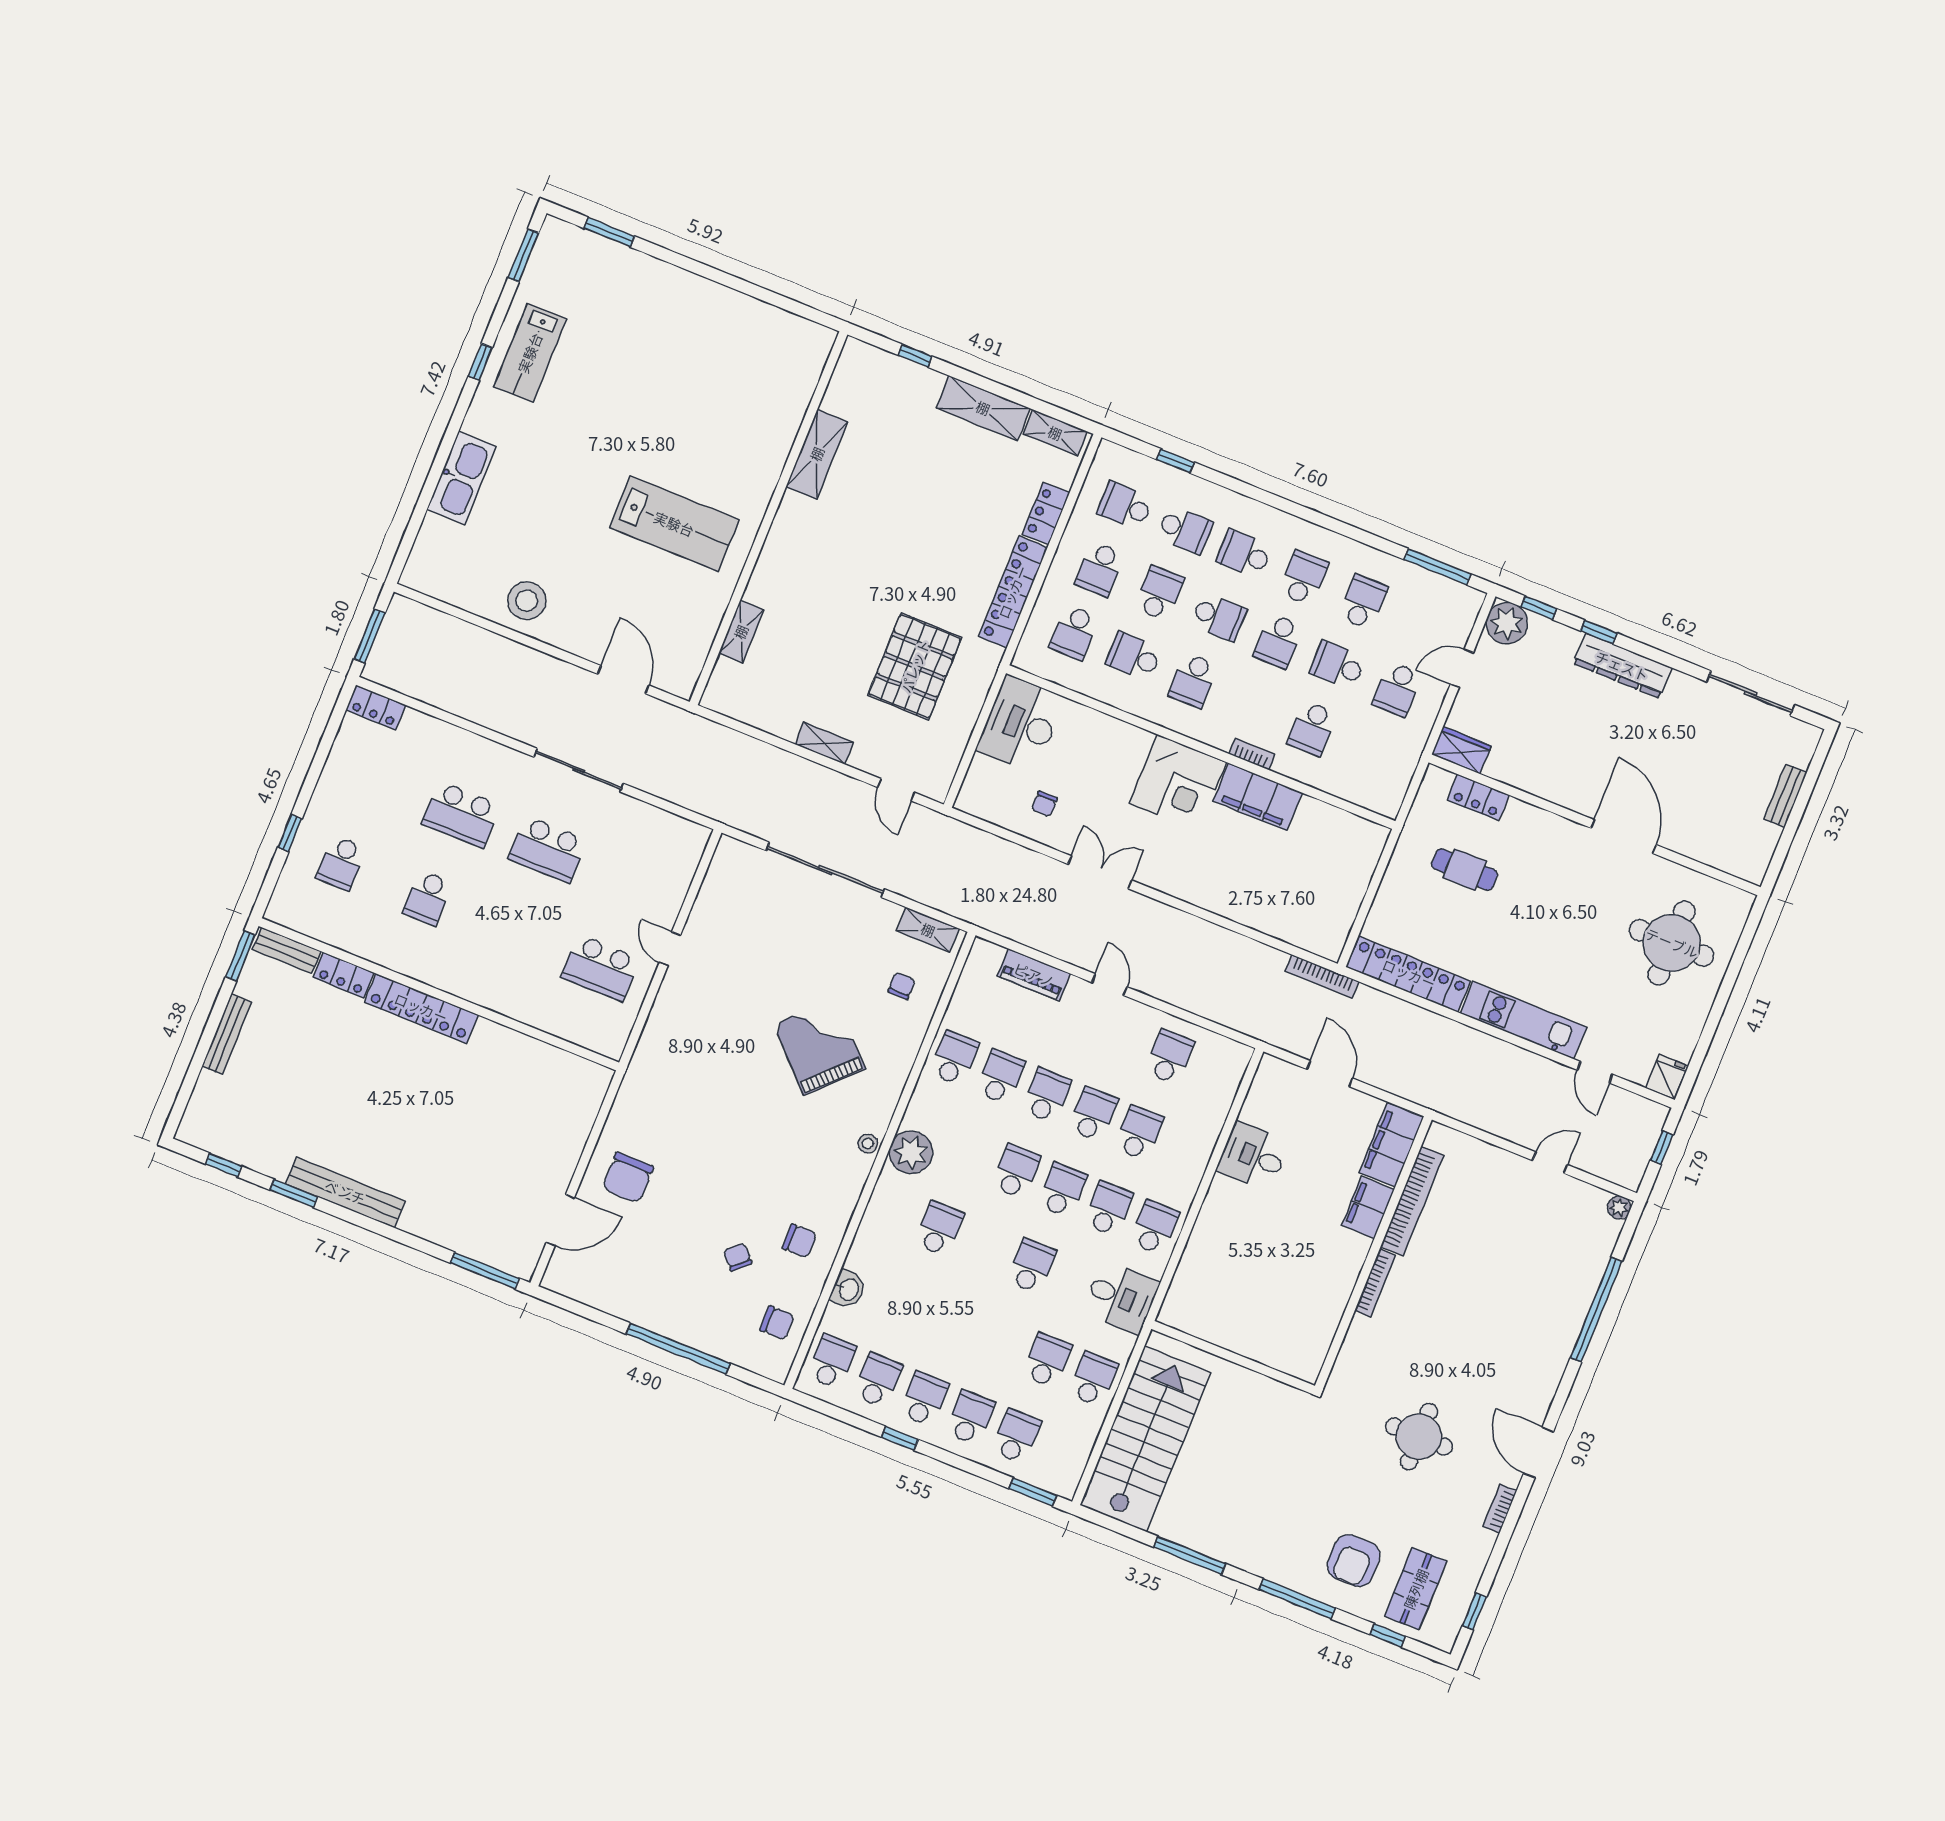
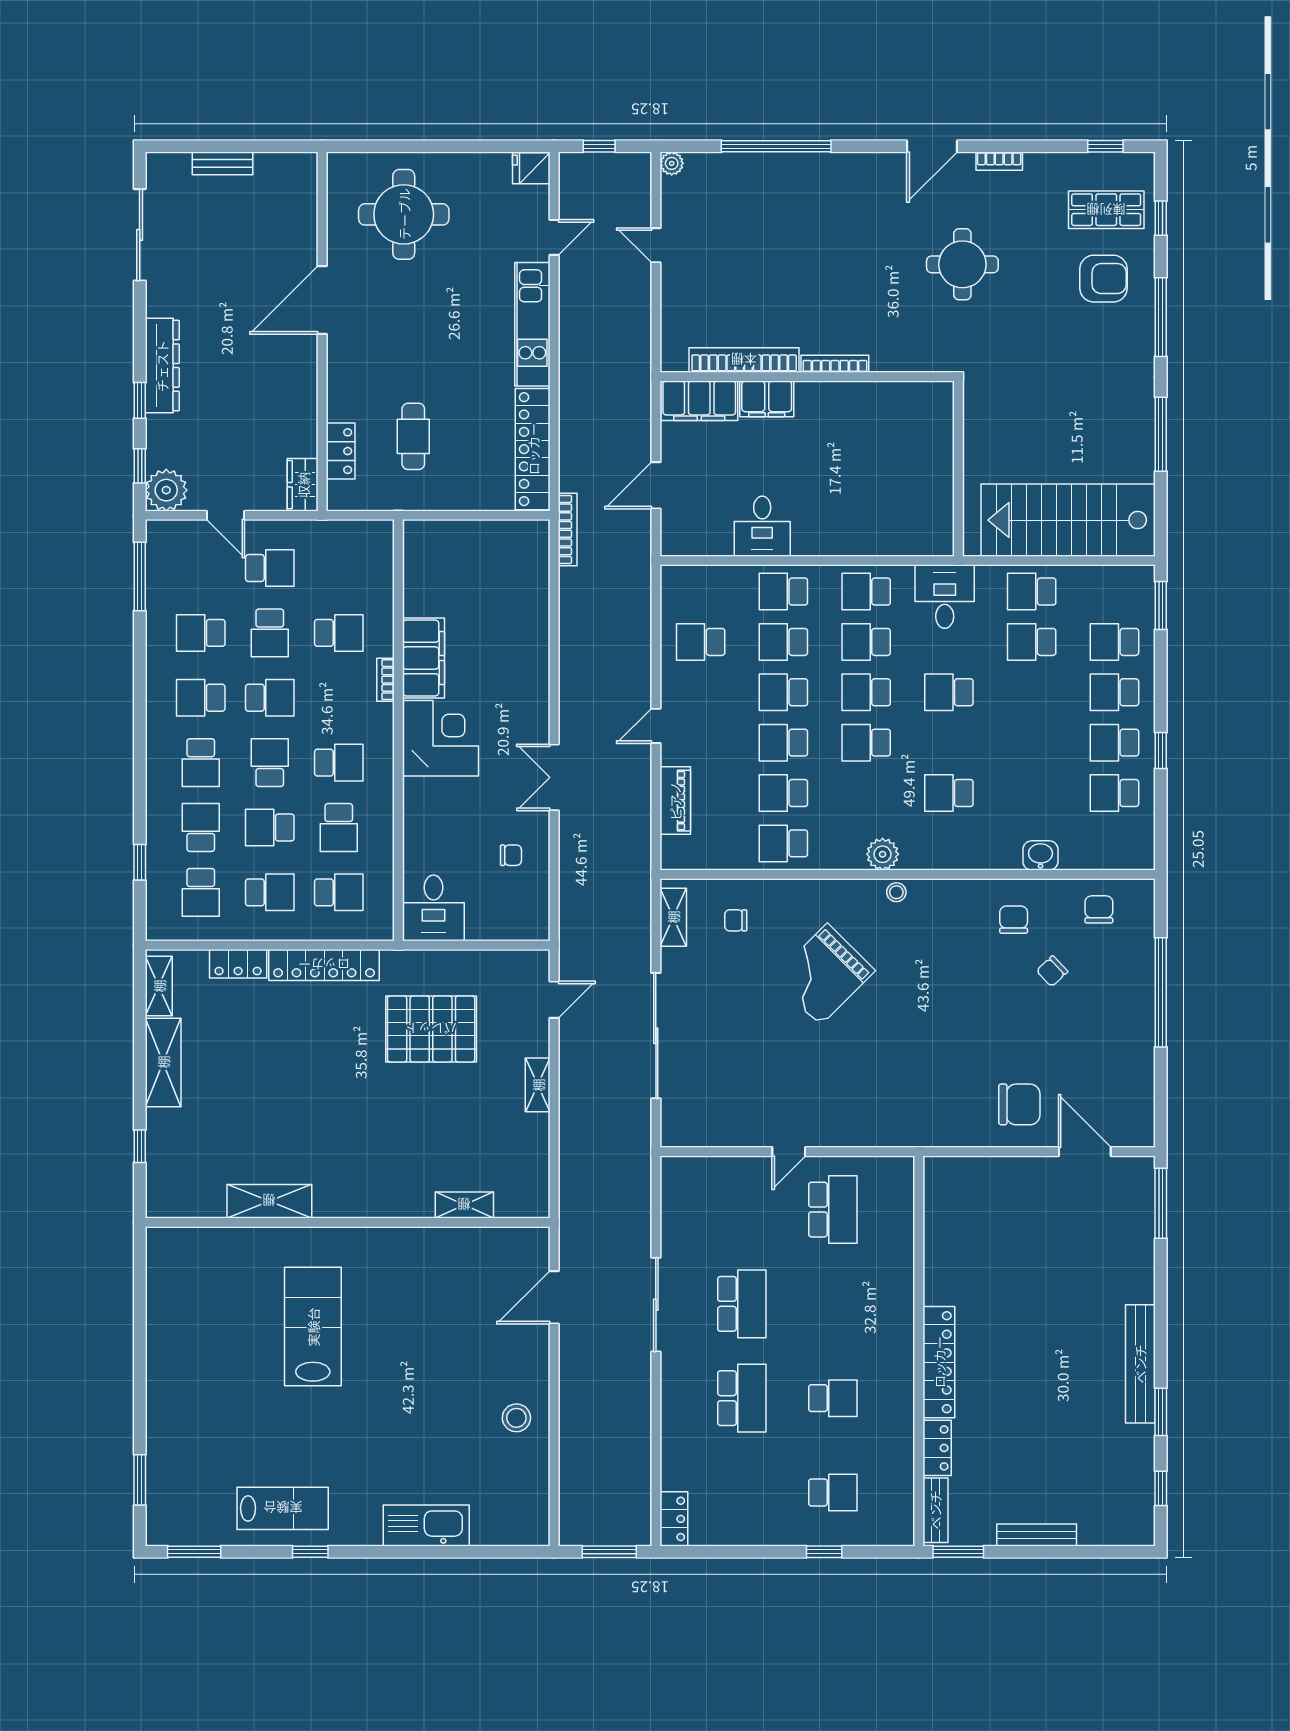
lab bench: (674, 524) -> (313, 1327), moved
stool: (527, 601) -> (516, 1418), width x0.73, depth x0.73
desk: (1021, 724) -> (434, 908), width x0.73
plant: (911, 1152) -> (883, 854), width x0.73, depth x0.73
school desk: (832, 1362) -> (783, 592), moved

